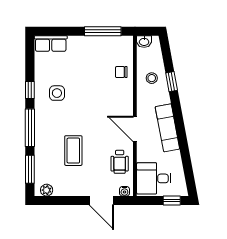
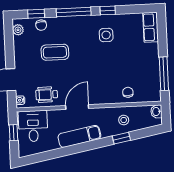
chair: (43, 164) -> (41, 25), added
window: (30, 169) -> (36, 14), width x0.67
window: (172, 200) -> (13, 133), moved

